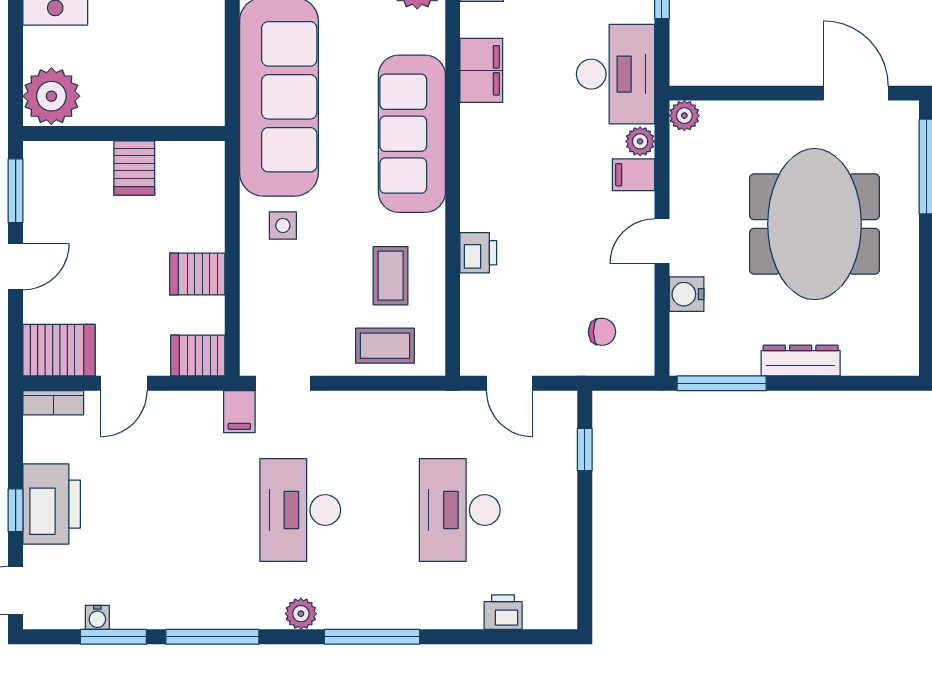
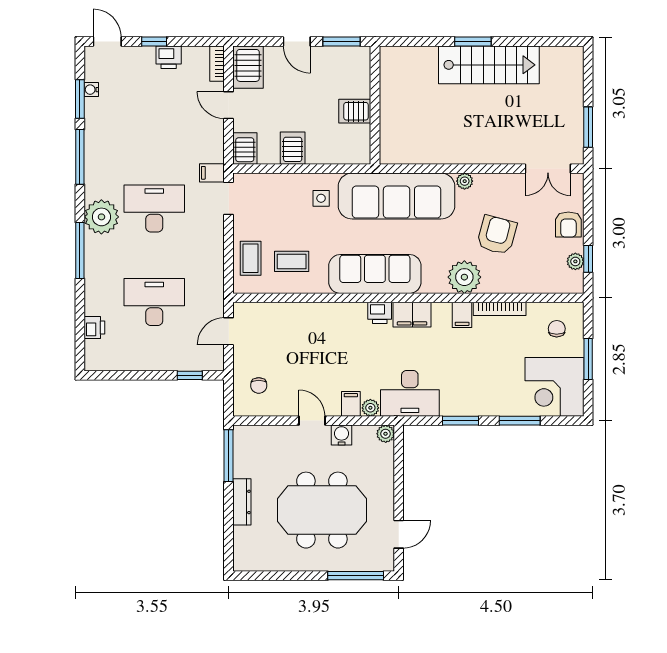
door: (856, 93) -> (399, 534), width x0.73
plant: (51, 96) -> (397, 63), removed
printer: (478, 253) -> (380, 313), moved
water cooler: (687, 294) -> (342, 435), moved
printer: (52, 504) -> (169, 57), width x0.53, depth x0.68
plant: (301, 614) -> (101, 217), width x1.87, depth x1.87

